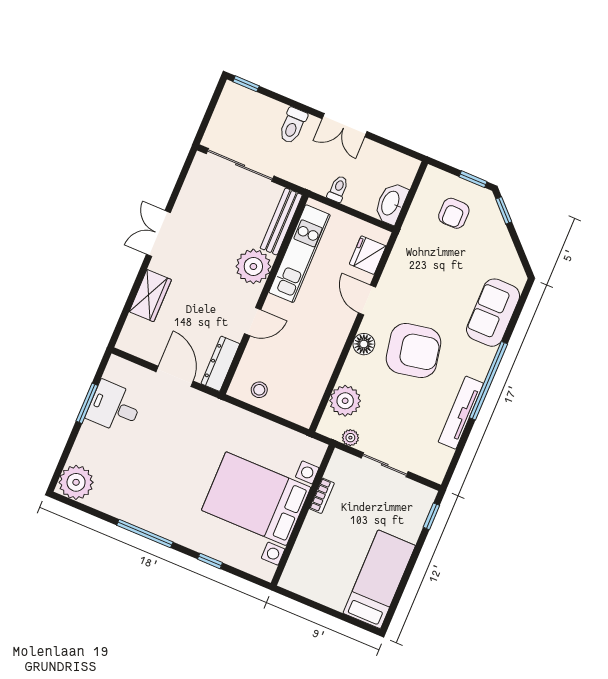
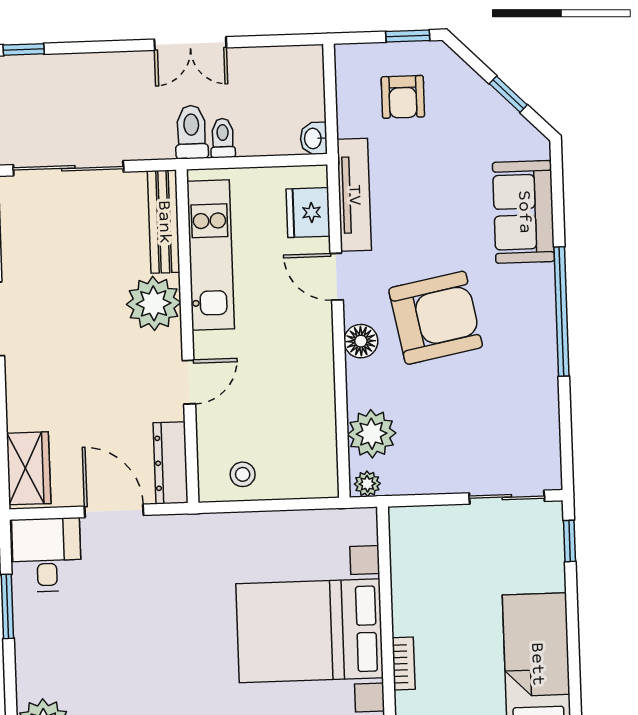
toilet: (293, 126) -> (191, 132), moved, turned 180
washbasin: (391, 203) -> (314, 138), width x0.52, depth x0.69
window: (504, 210) -> (508, 94), moved
wardrobe: (150, 296) -> (29, 468), moved
desk: (114, 407) -> (47, 555), moved, turned 90
tv unit: (461, 413) -> (354, 195), moved, turned 180
plant: (350, 438) -> (367, 484), moved
sliding door: (385, 465) -> (507, 497), moved
bookcase: (322, 496) -> (404, 664), moved

